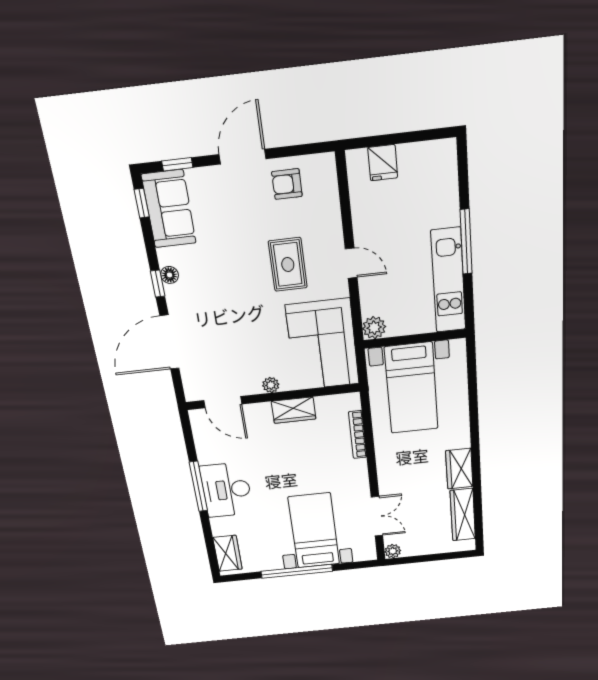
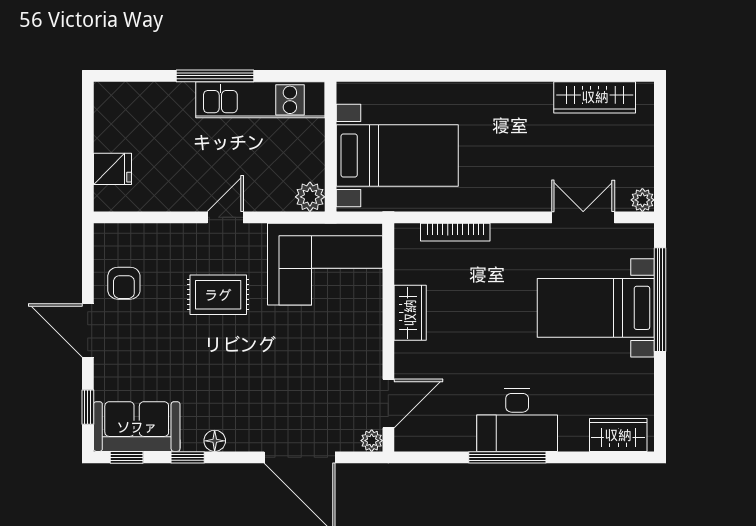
window: (158, 284) -> (188, 457), moved
plant: (271, 385) -> (372, 441), moved
wardrobe: (459, 469) -> (522, 99), removed
window: (297, 571) -> (660, 300), moved

